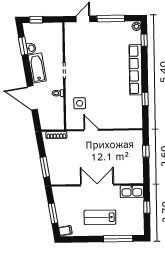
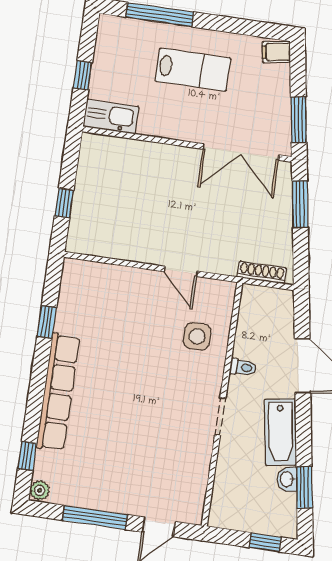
double door: (97, 185) -> (241, 152), moved
window: (53, 213) -> (299, 120), moved

